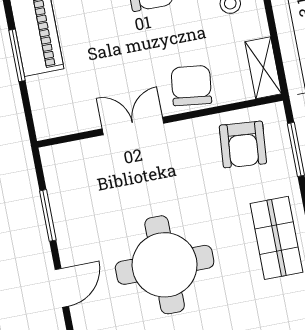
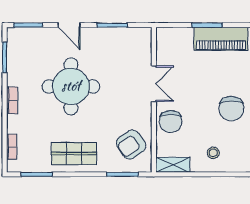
chair: (191, 86) -> (171, 122), turned 83
armchair: (243, 144) -> (131, 145), turned -40

